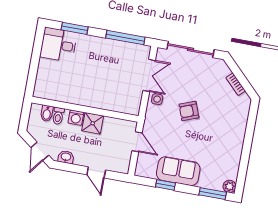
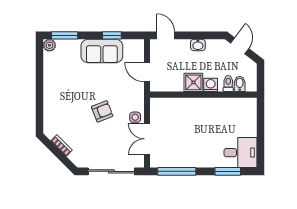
washbasin: (66, 157) -> (198, 45), moved
door: (96, 172) -> (166, 35), moved

